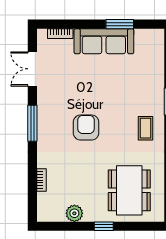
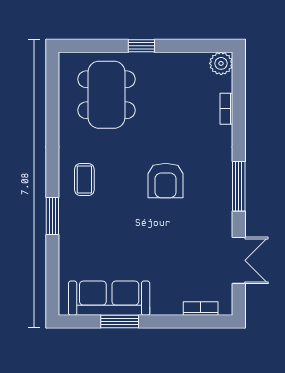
sofa: (104, 41) -> (109, 298), moved
plant: (74, 213) -> (221, 63), moved

